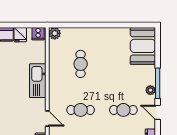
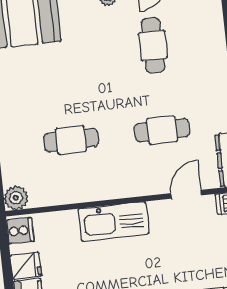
cafe table: (81, 110) -> (162, 130), turned 90

